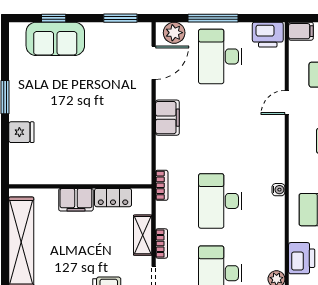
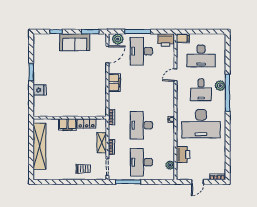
sofa: (55, 39) -> (75, 42), moved

